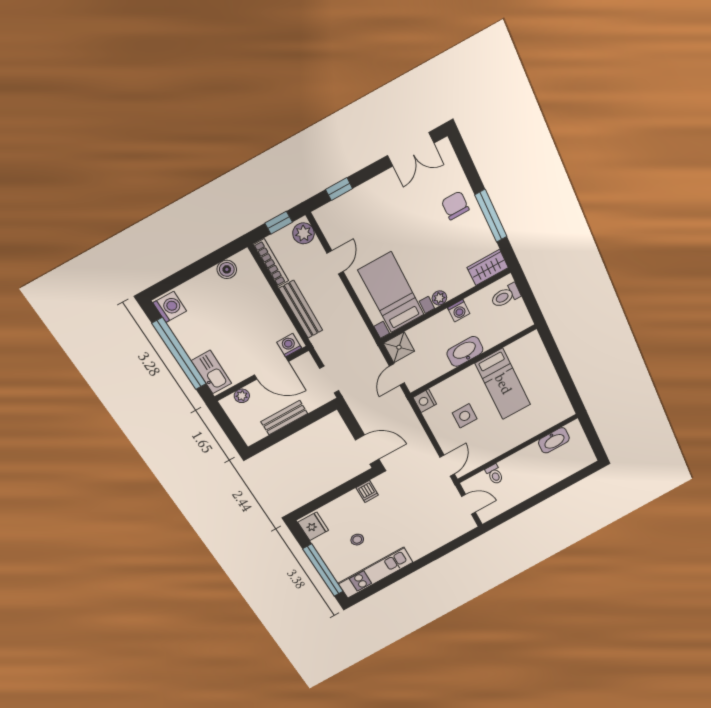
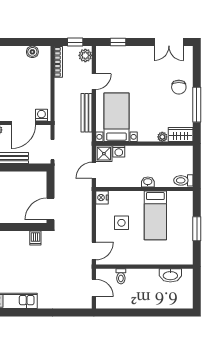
chair: (455, 205) -> (179, 87), turned 180
toilet: (506, 296) -> (183, 180), moved
plant: (439, 298) -> (162, 137), moved
bench: (301, 309) -> (87, 113), moved
washing machine: (459, 311) -> (119, 151), moved
washbasin: (465, 351) -> (148, 182), width x0.52, depth x0.69
door: (271, 368) -> (24, 123), hinge flipped
window: (562, 371) -> (197, 229), added
door: (367, 450) -> (51, 209), swing flipped
stool: (357, 540) -> (11, 269), removed

